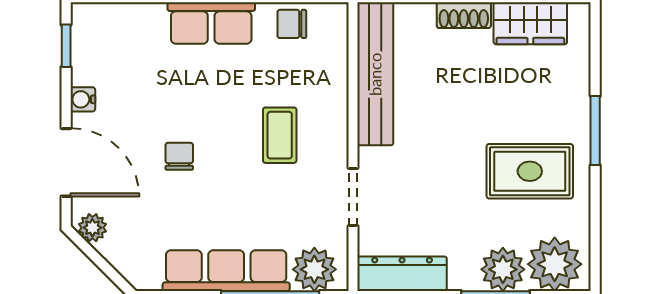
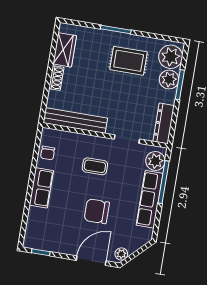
water cooler: (83, 99) -> (65, 249), removed
chair: (179, 156) -> (97, 211), width x1.87, depth x1.87
rug: (530, 171) -> (129, 61), turned 90

